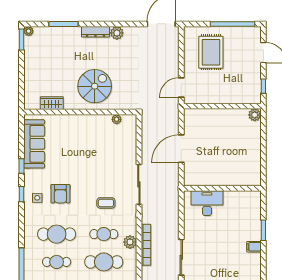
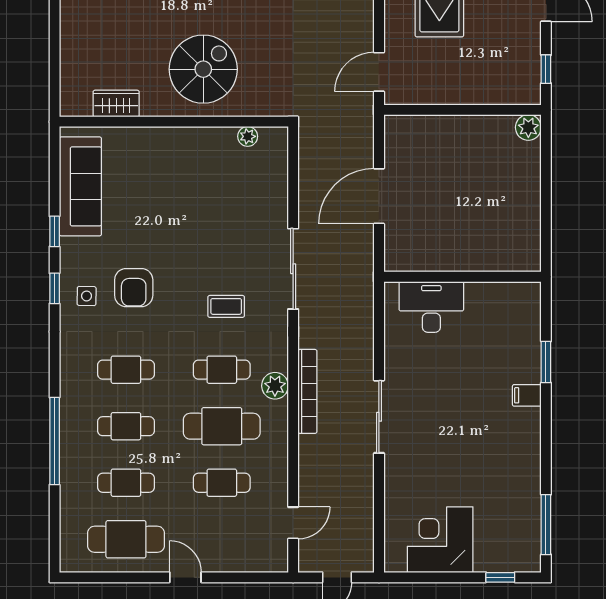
cafe table: (57, 234) -> (126, 370), width x0.73, depth x0.74

